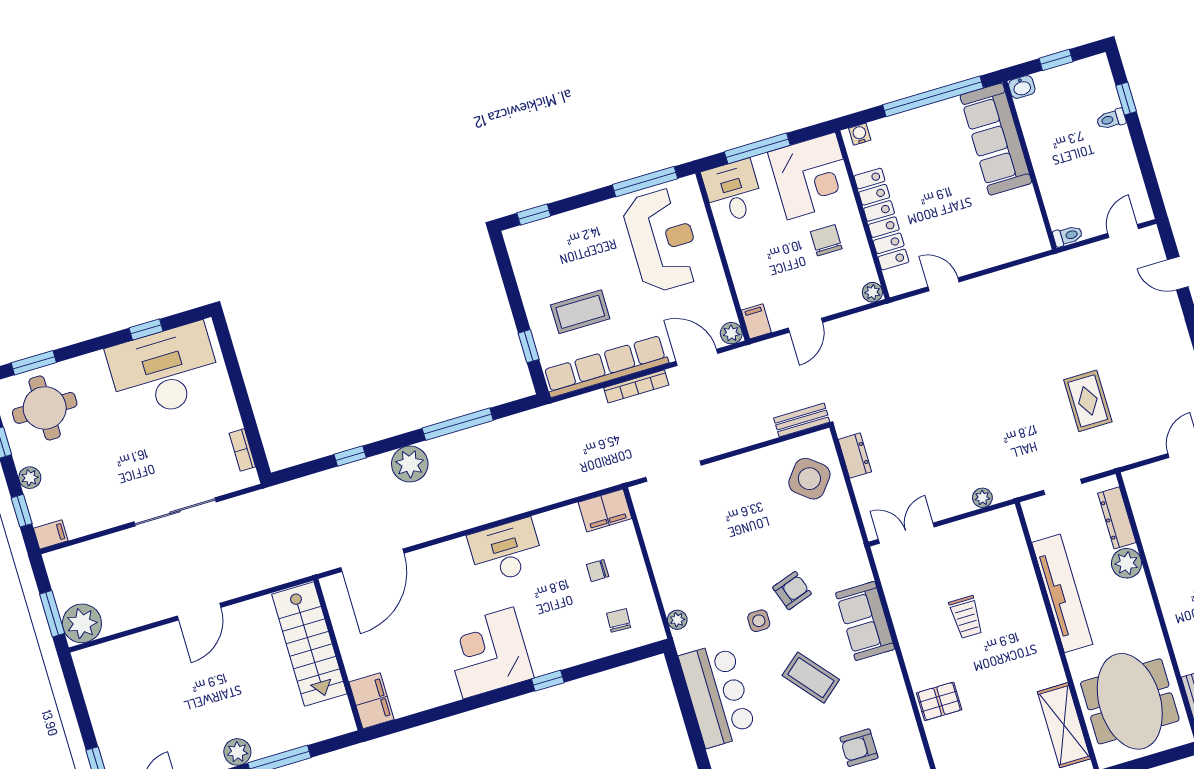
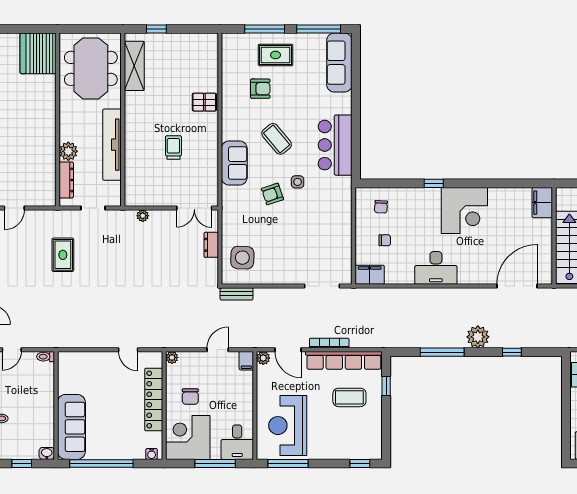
dresser: (855, 456) -> (211, 245), moved
side table: (809, 479) -> (242, 258), turned -36
plant: (677, 620) -> (346, 197), removed

